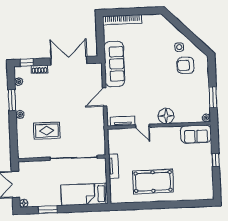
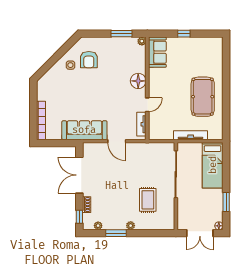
tv unit: (113, 166) -> (191, 135), width x1.41

